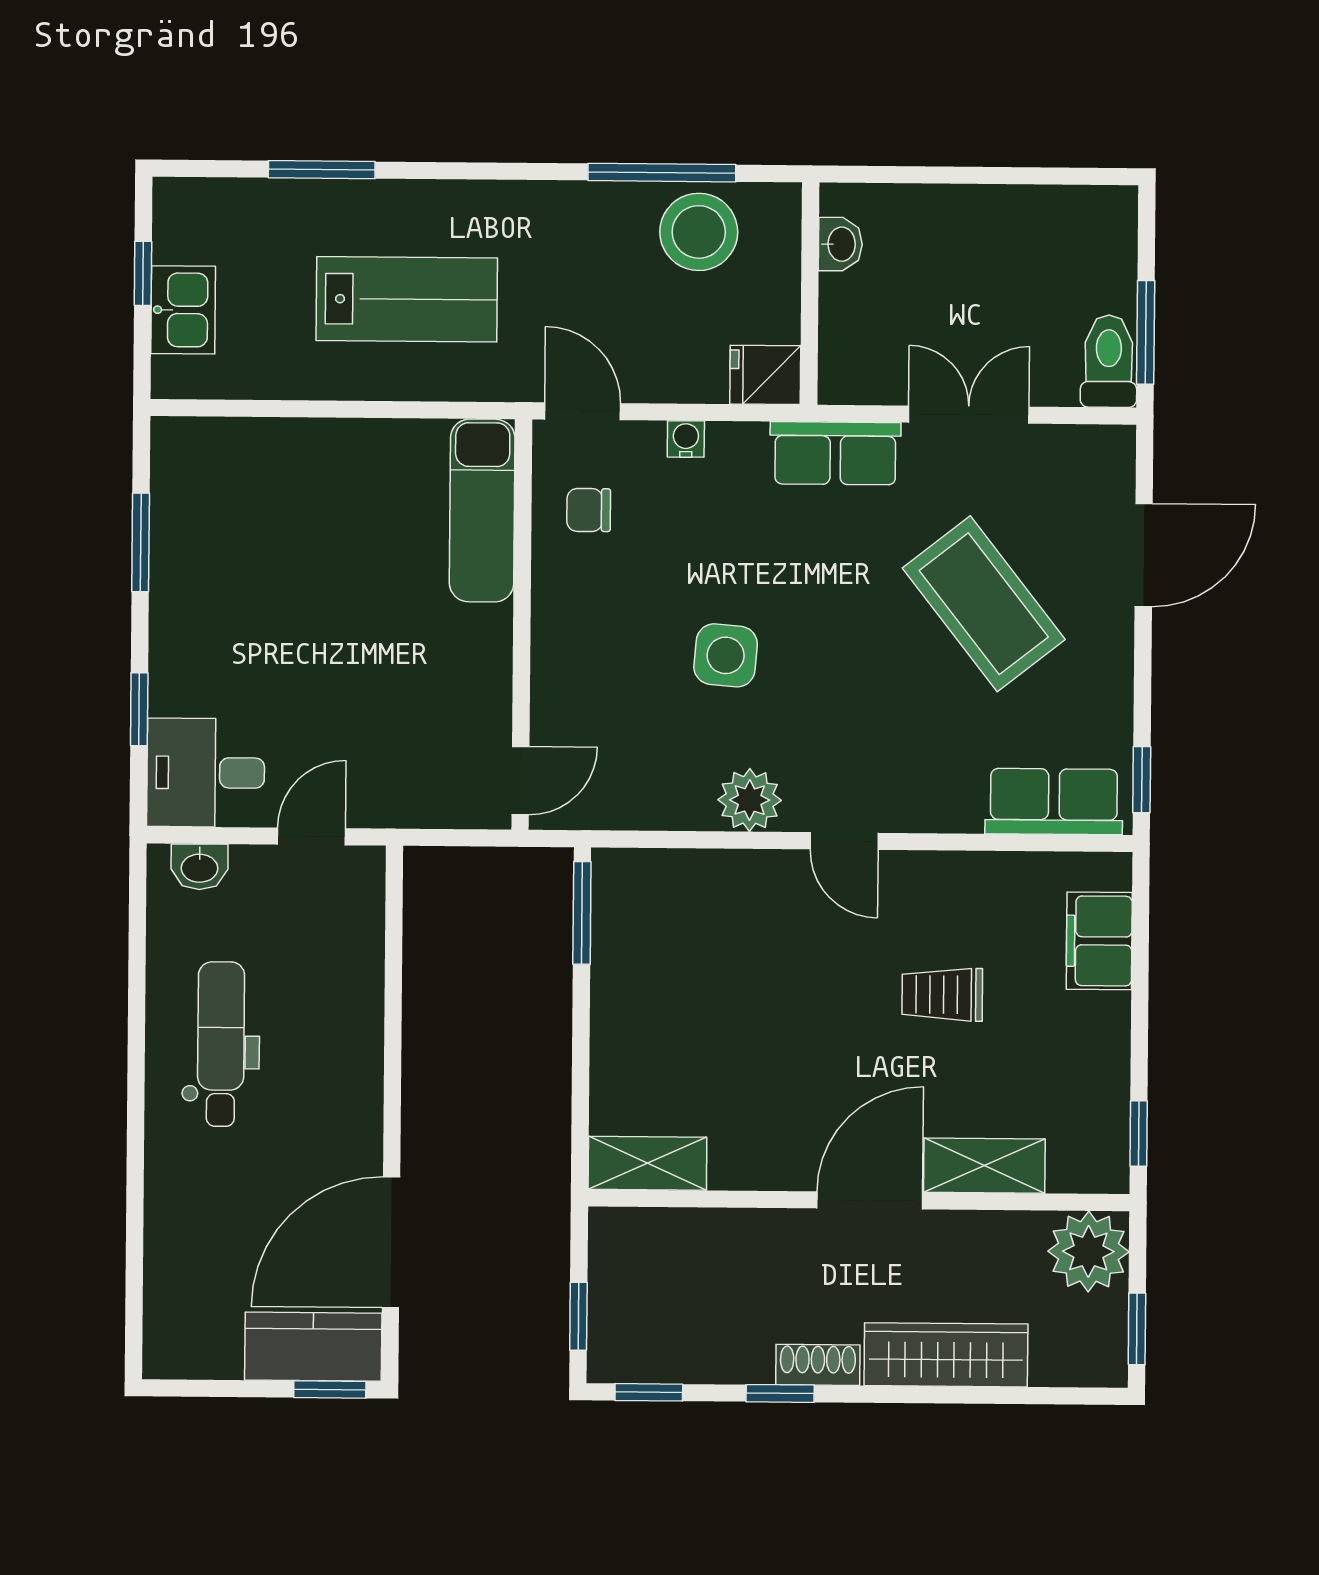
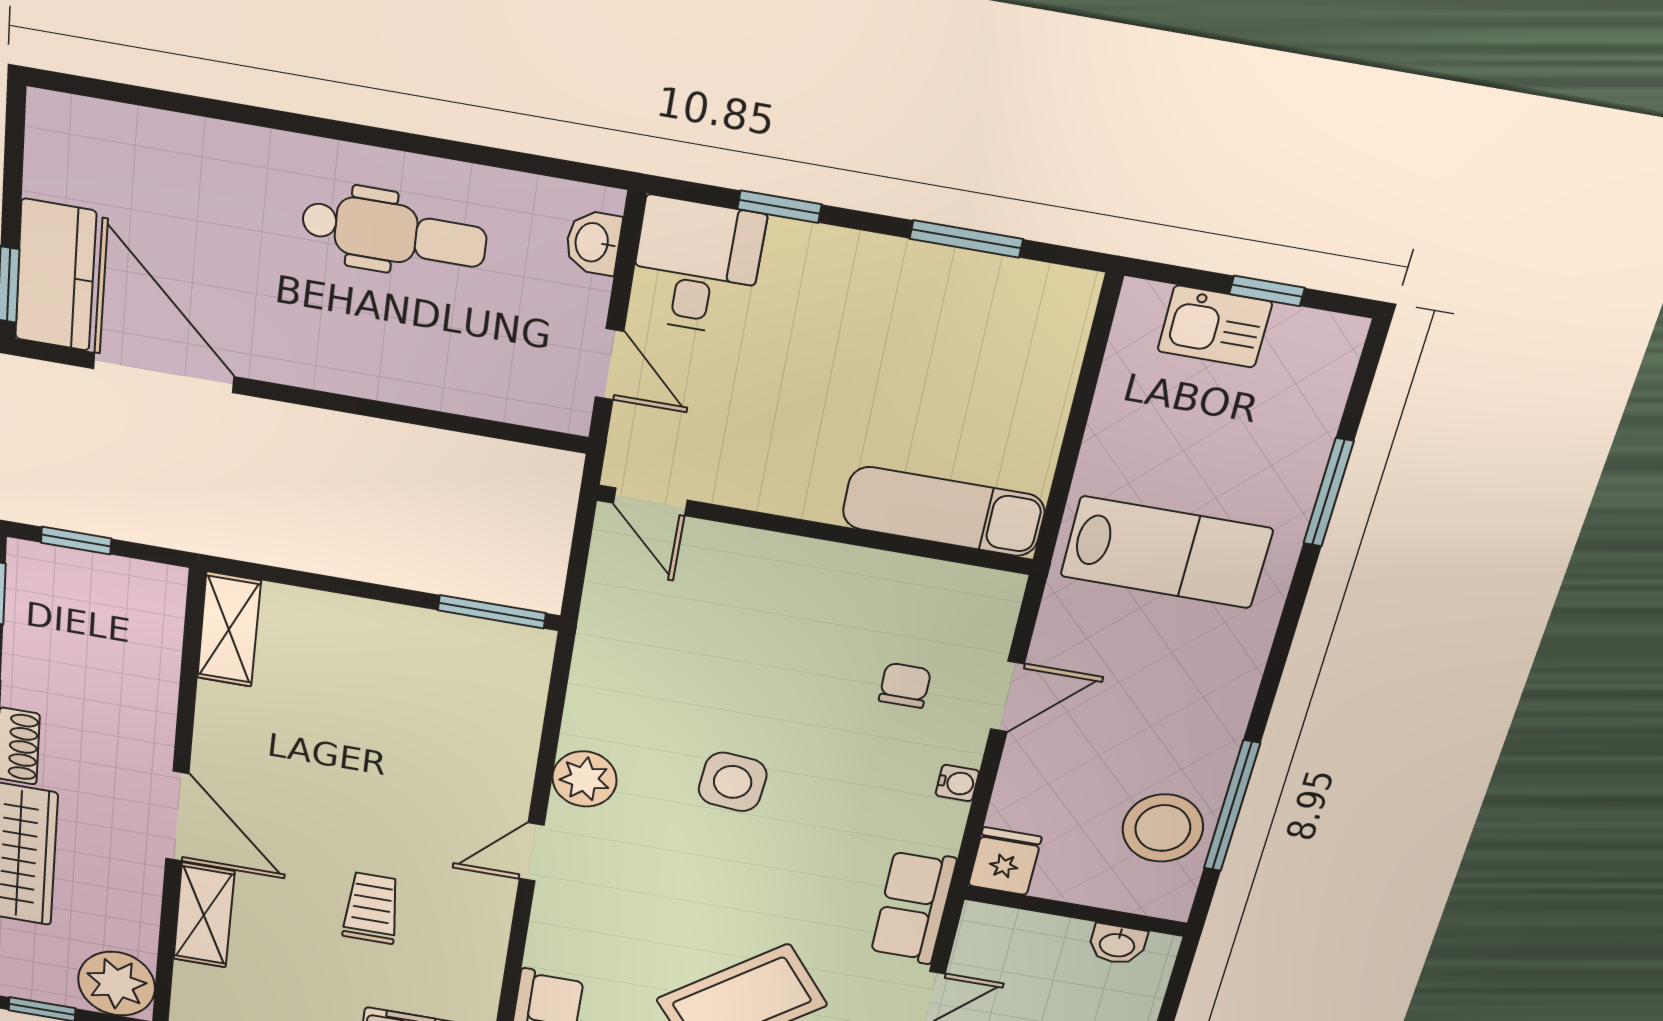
lab bench: (407, 299) -> (1166, 552), turned -90
exam couch: (482, 511) -> (944, 512), moved
wall: (522, 625) -> (815, 530), moved
door: (520, 781) -> (650, 502), moved

